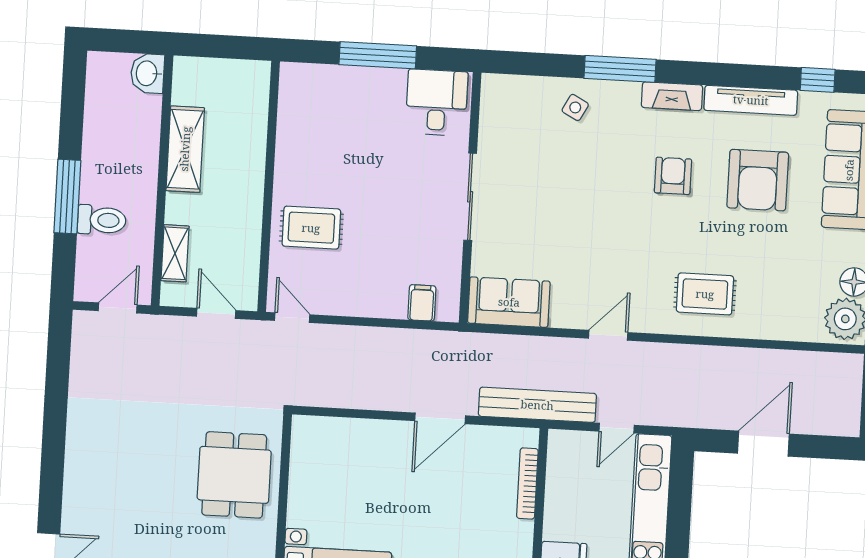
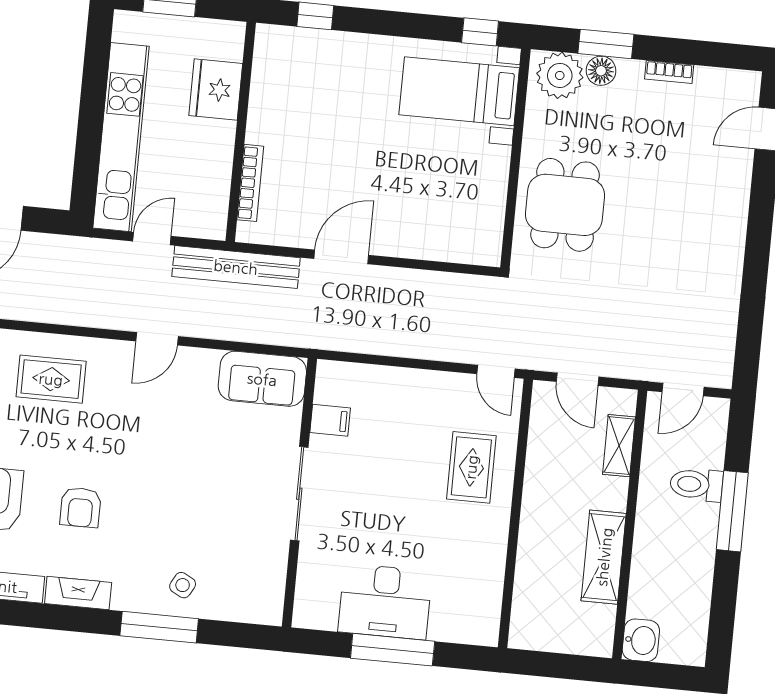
window: (620, 69) -> (159, 627), moved
desk: (437, 103) -> (385, 602), moved, width x1.37
rug: (311, 228) -> (471, 467), turned 90
filing cabinet: (422, 303) -> (330, 420), moved, turned -90

